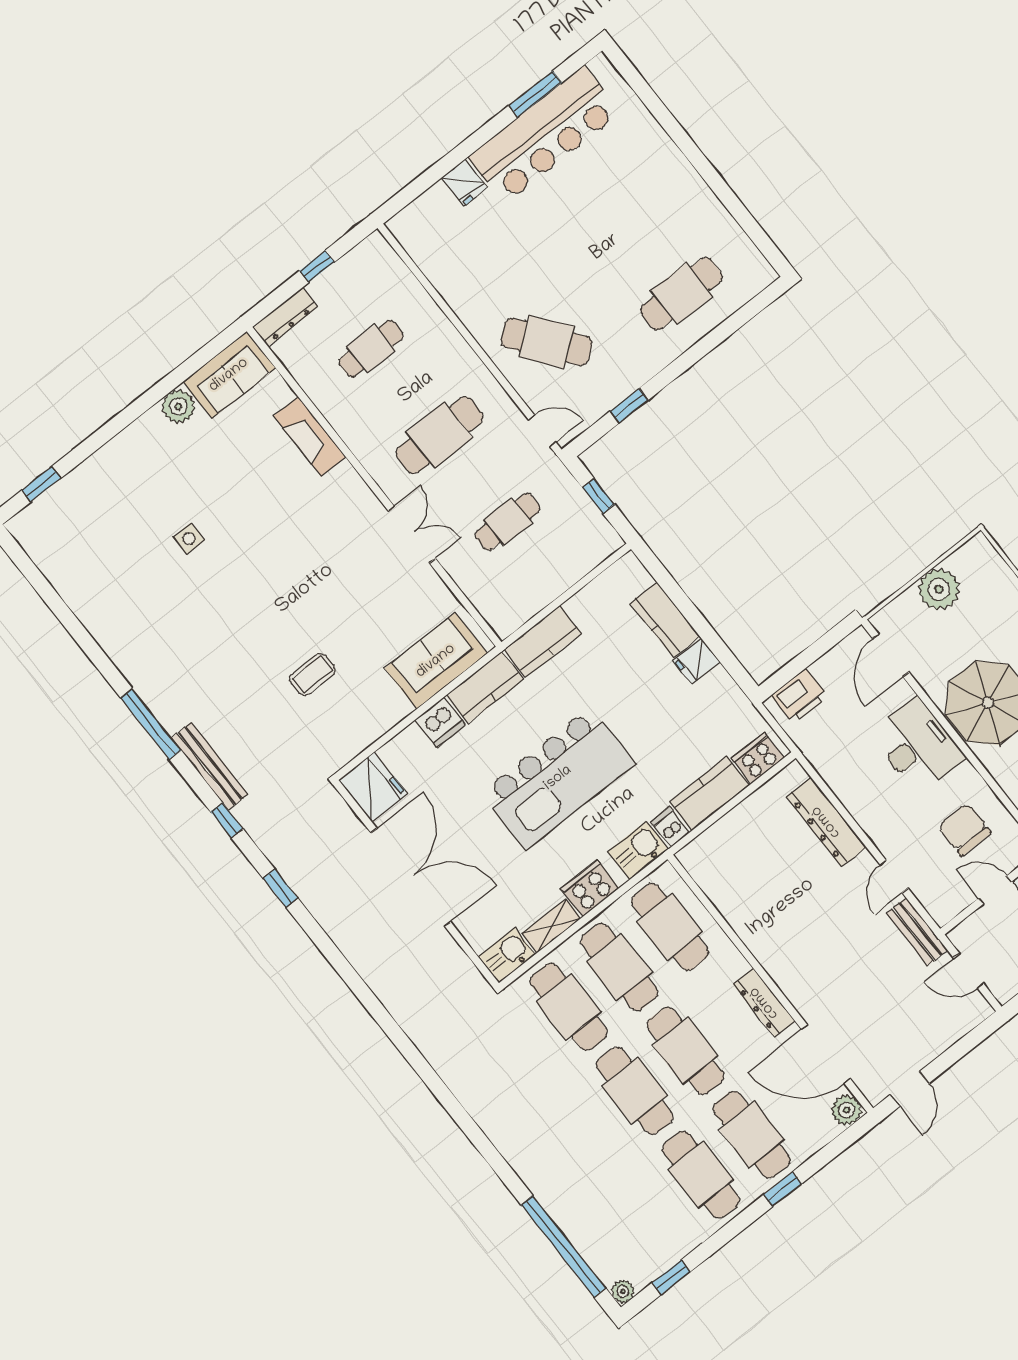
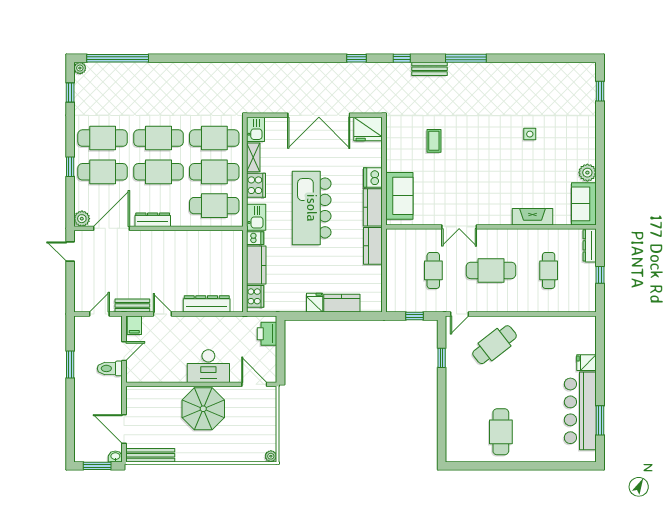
cafe table: (682, 294) -> (501, 432), moved
cafe table: (439, 435) -> (491, 270), turned 90
plant: (939, 589) -> (271, 456), moved, width x0.53, depth x0.53
bench: (210, 766) -> (430, 69), width x0.73
chair: (965, 830) -> (159, 358), removed
filing cabinet: (944, 905) -> (134, 325), added

